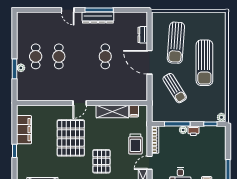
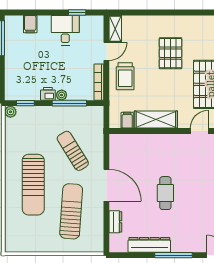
dresser: (98, 18) -> (149, 245), moved
sun lounger: (204, 63) -> (33, 185), turned 180
trolley: (135, 144) -> (125, 76), turned 180

